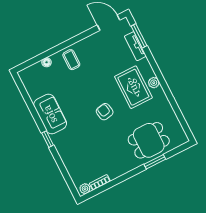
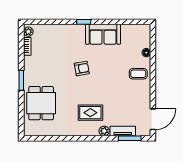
plant: (154, 83) -> (104, 131), moved
rug: (133, 87) -> (90, 113), width x0.73, depth x0.70
armchair: (105, 112) -> (82, 68), moved
window: (155, 162) -> (21, 80), moved

